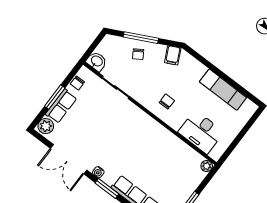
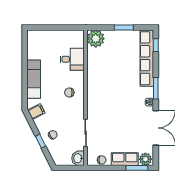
window: (141, 38) -> (41, 141), width x0.46
exam couch: (223, 90) -> (34, 79), moved
window: (55, 97) -> (137, 168), moved
desk: (201, 132) -> (72, 59), width x0.73
plant: (207, 166) -> (96, 39), width x1.88, depth x1.88

